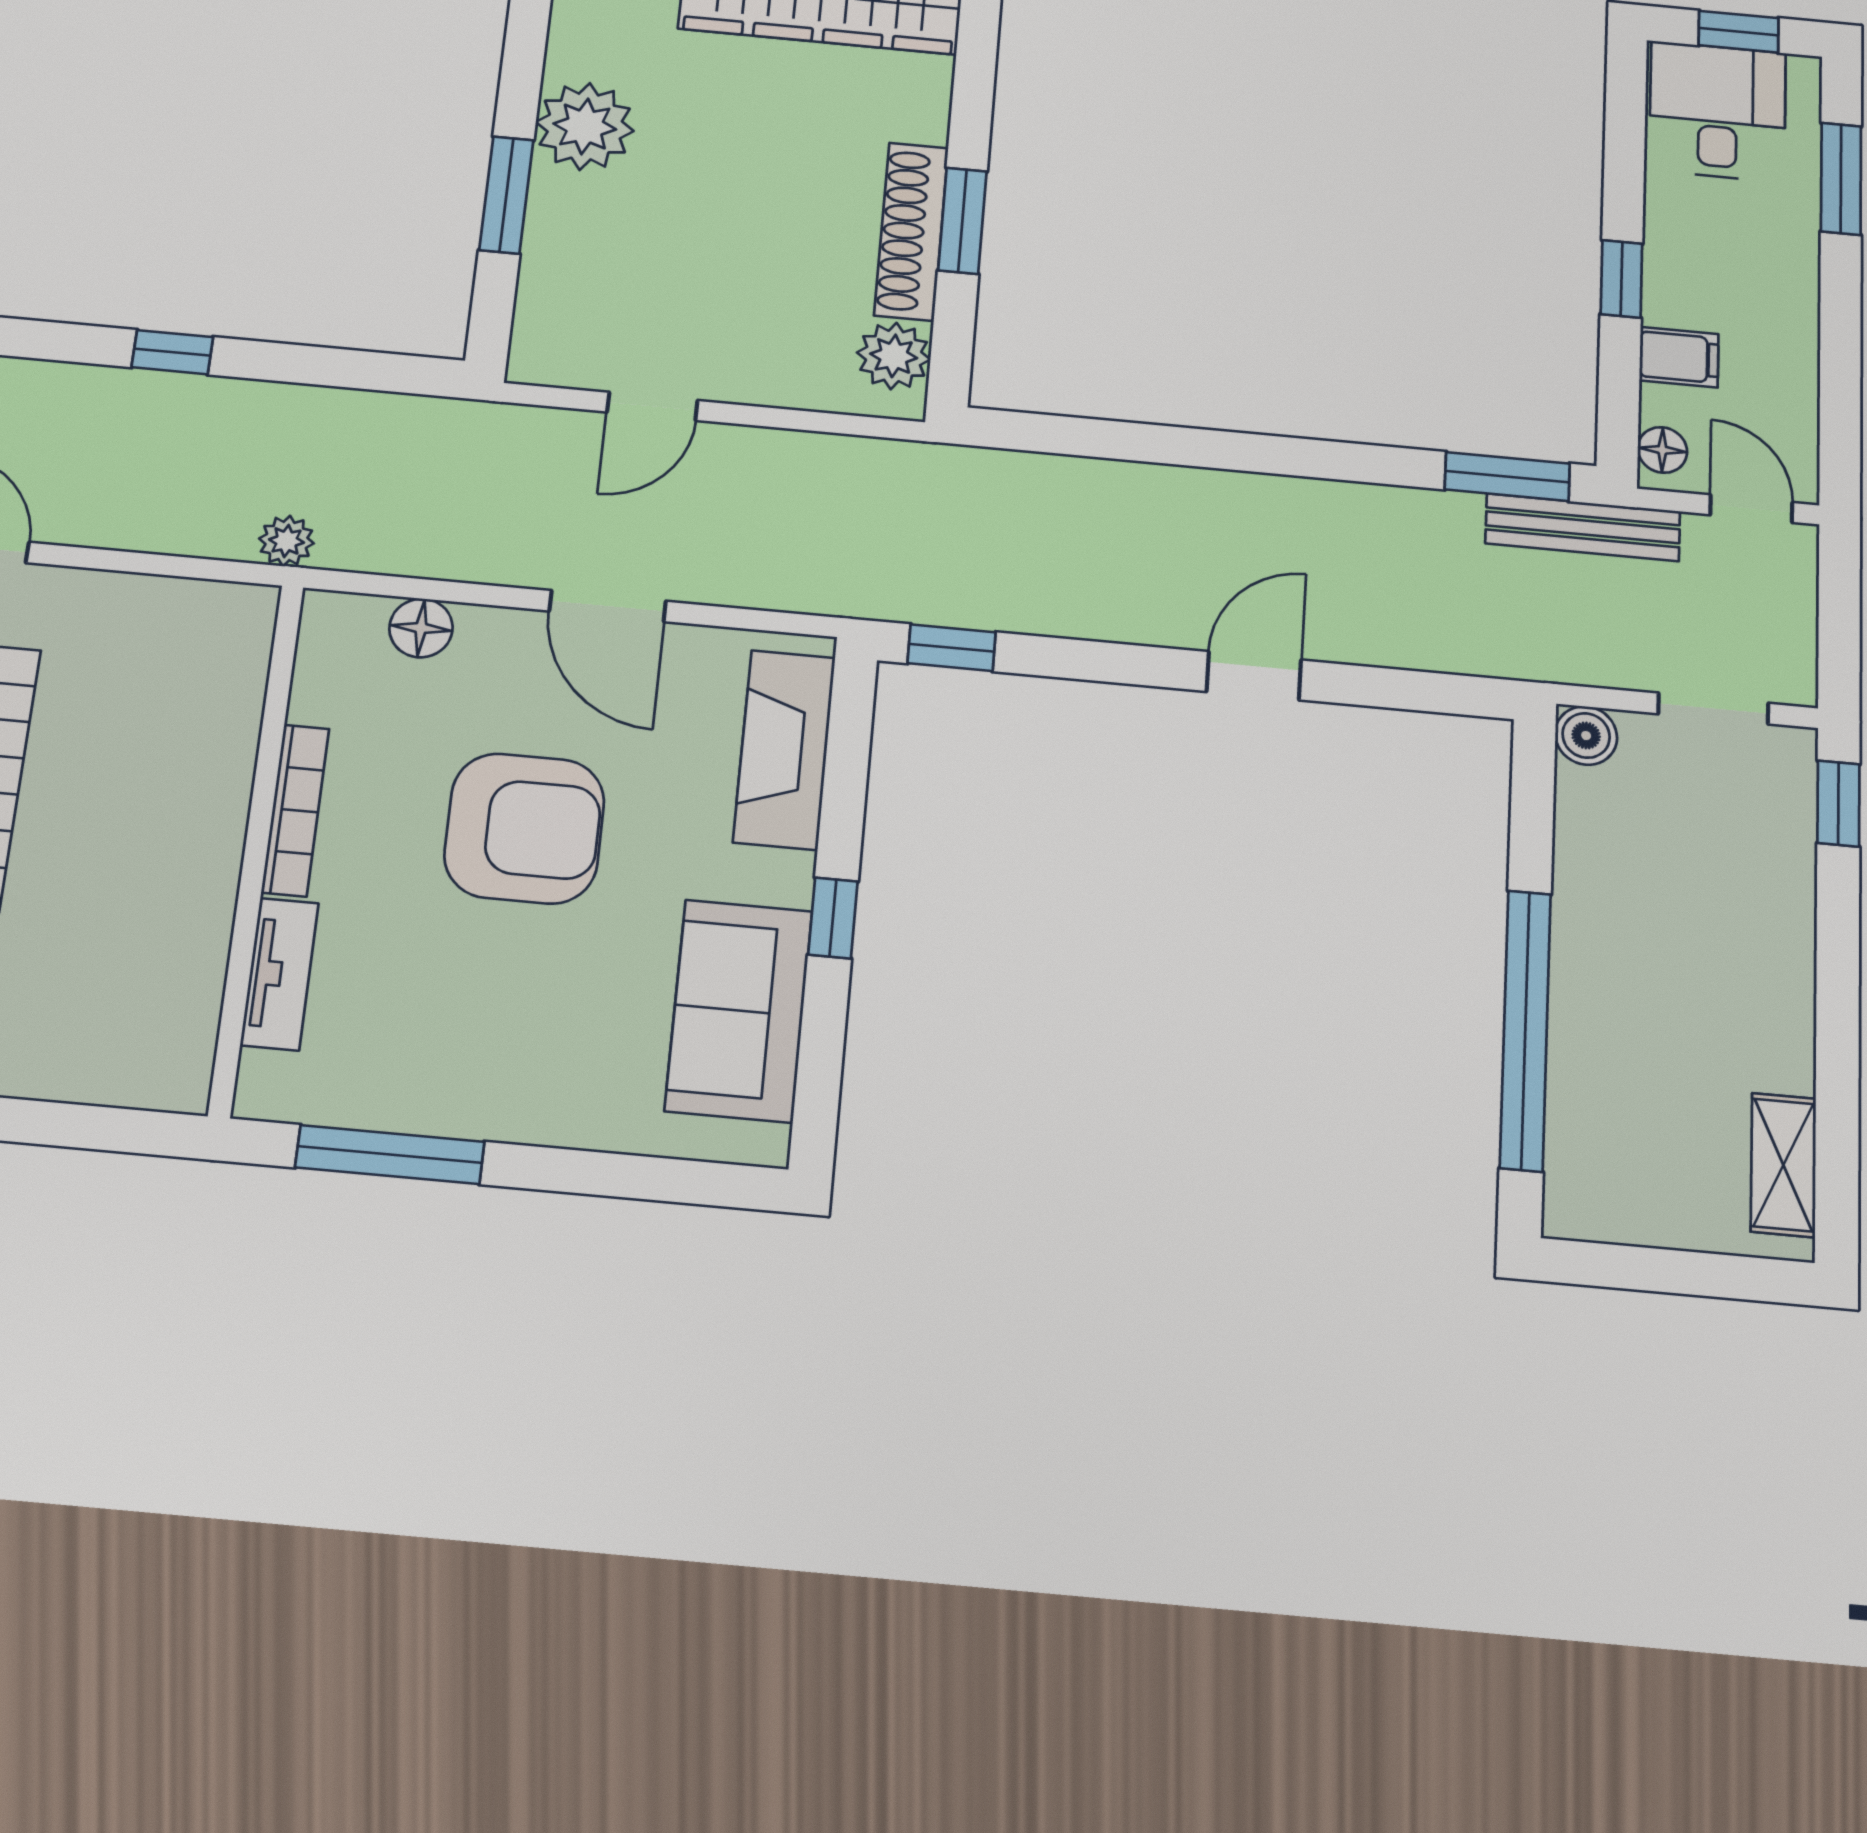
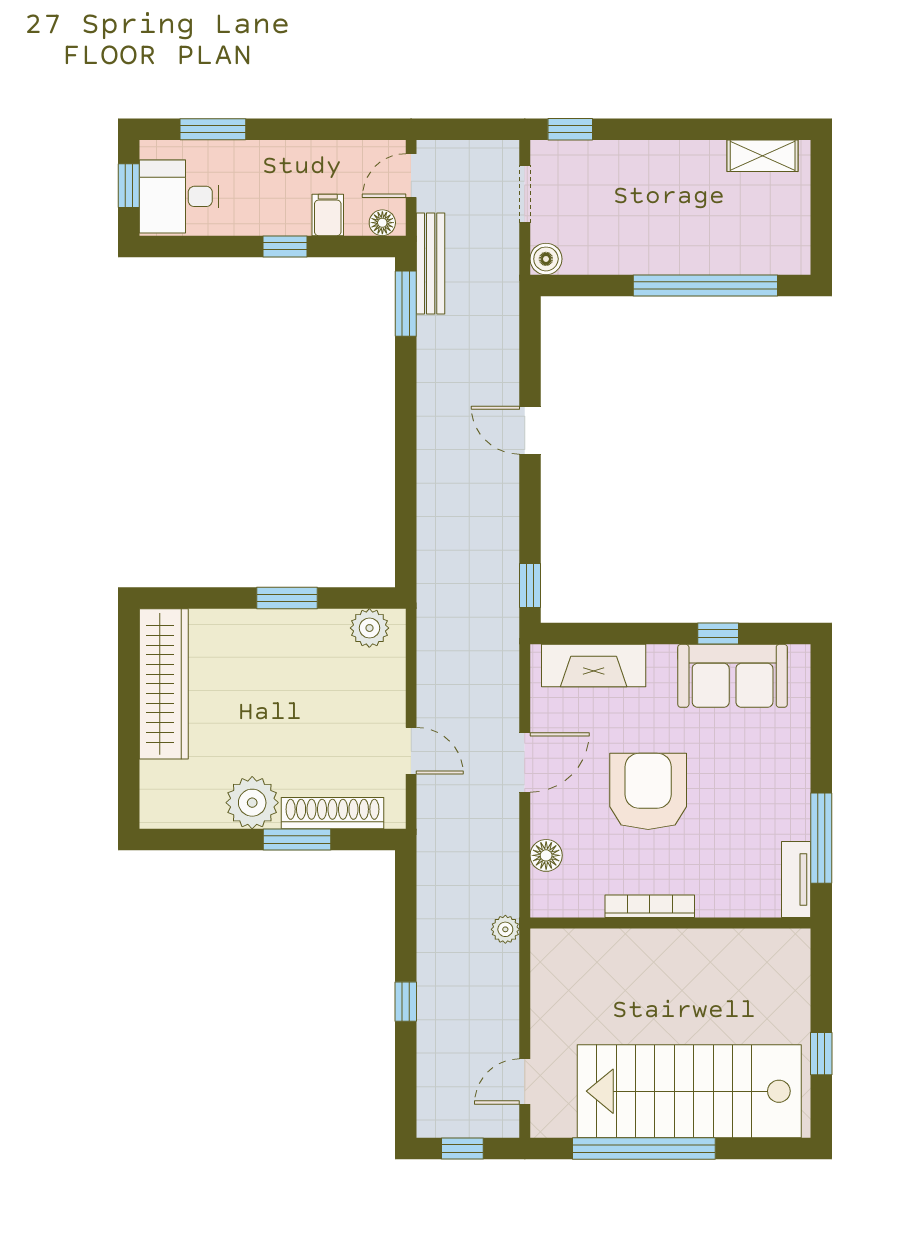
shoe rack: (911, 231) -> (332, 813), moved, turned 180
window: (833, 918) -> (718, 634), moved
tv unit: (279, 974) -> (796, 880), moved, turned -90

